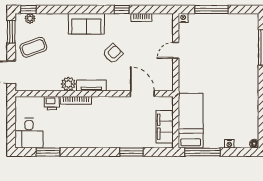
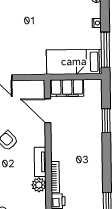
door: (142, 94) -> (48, 111), hinge flipped
filing cabinet: (165, 127) -> (67, 88), moved

